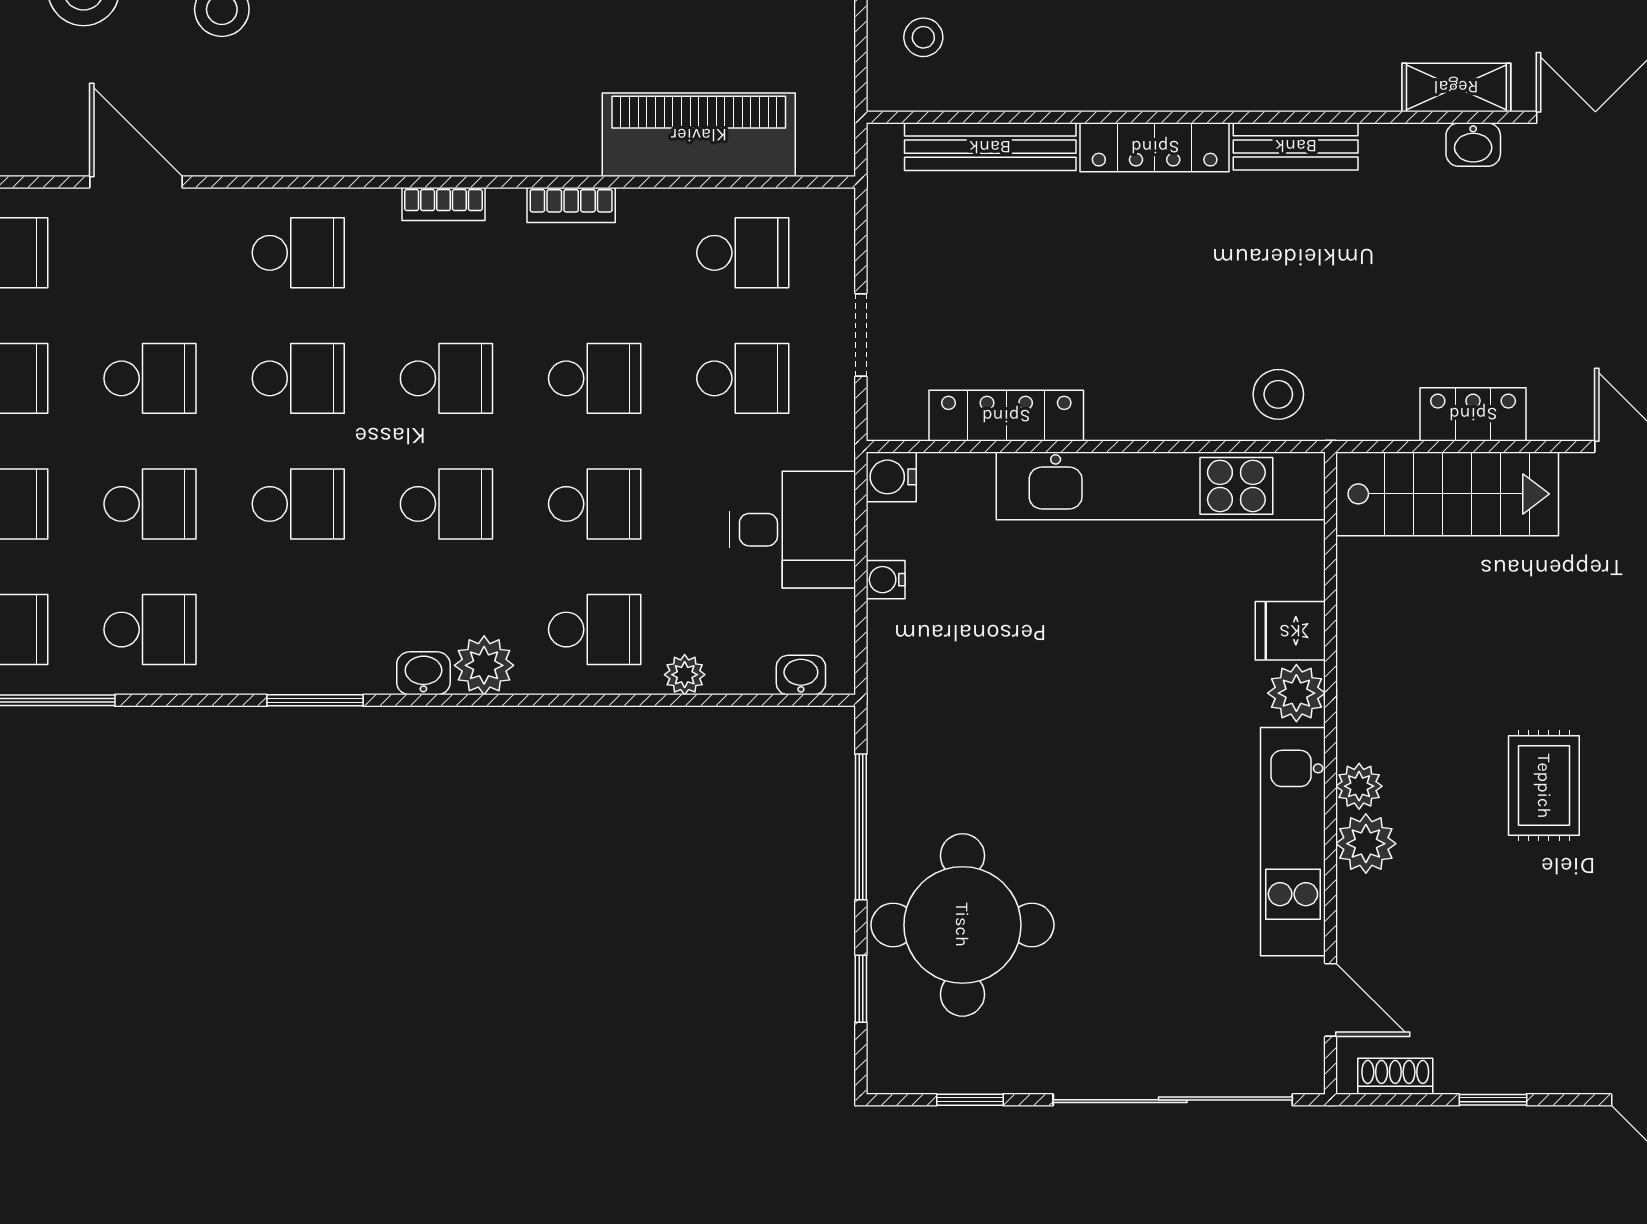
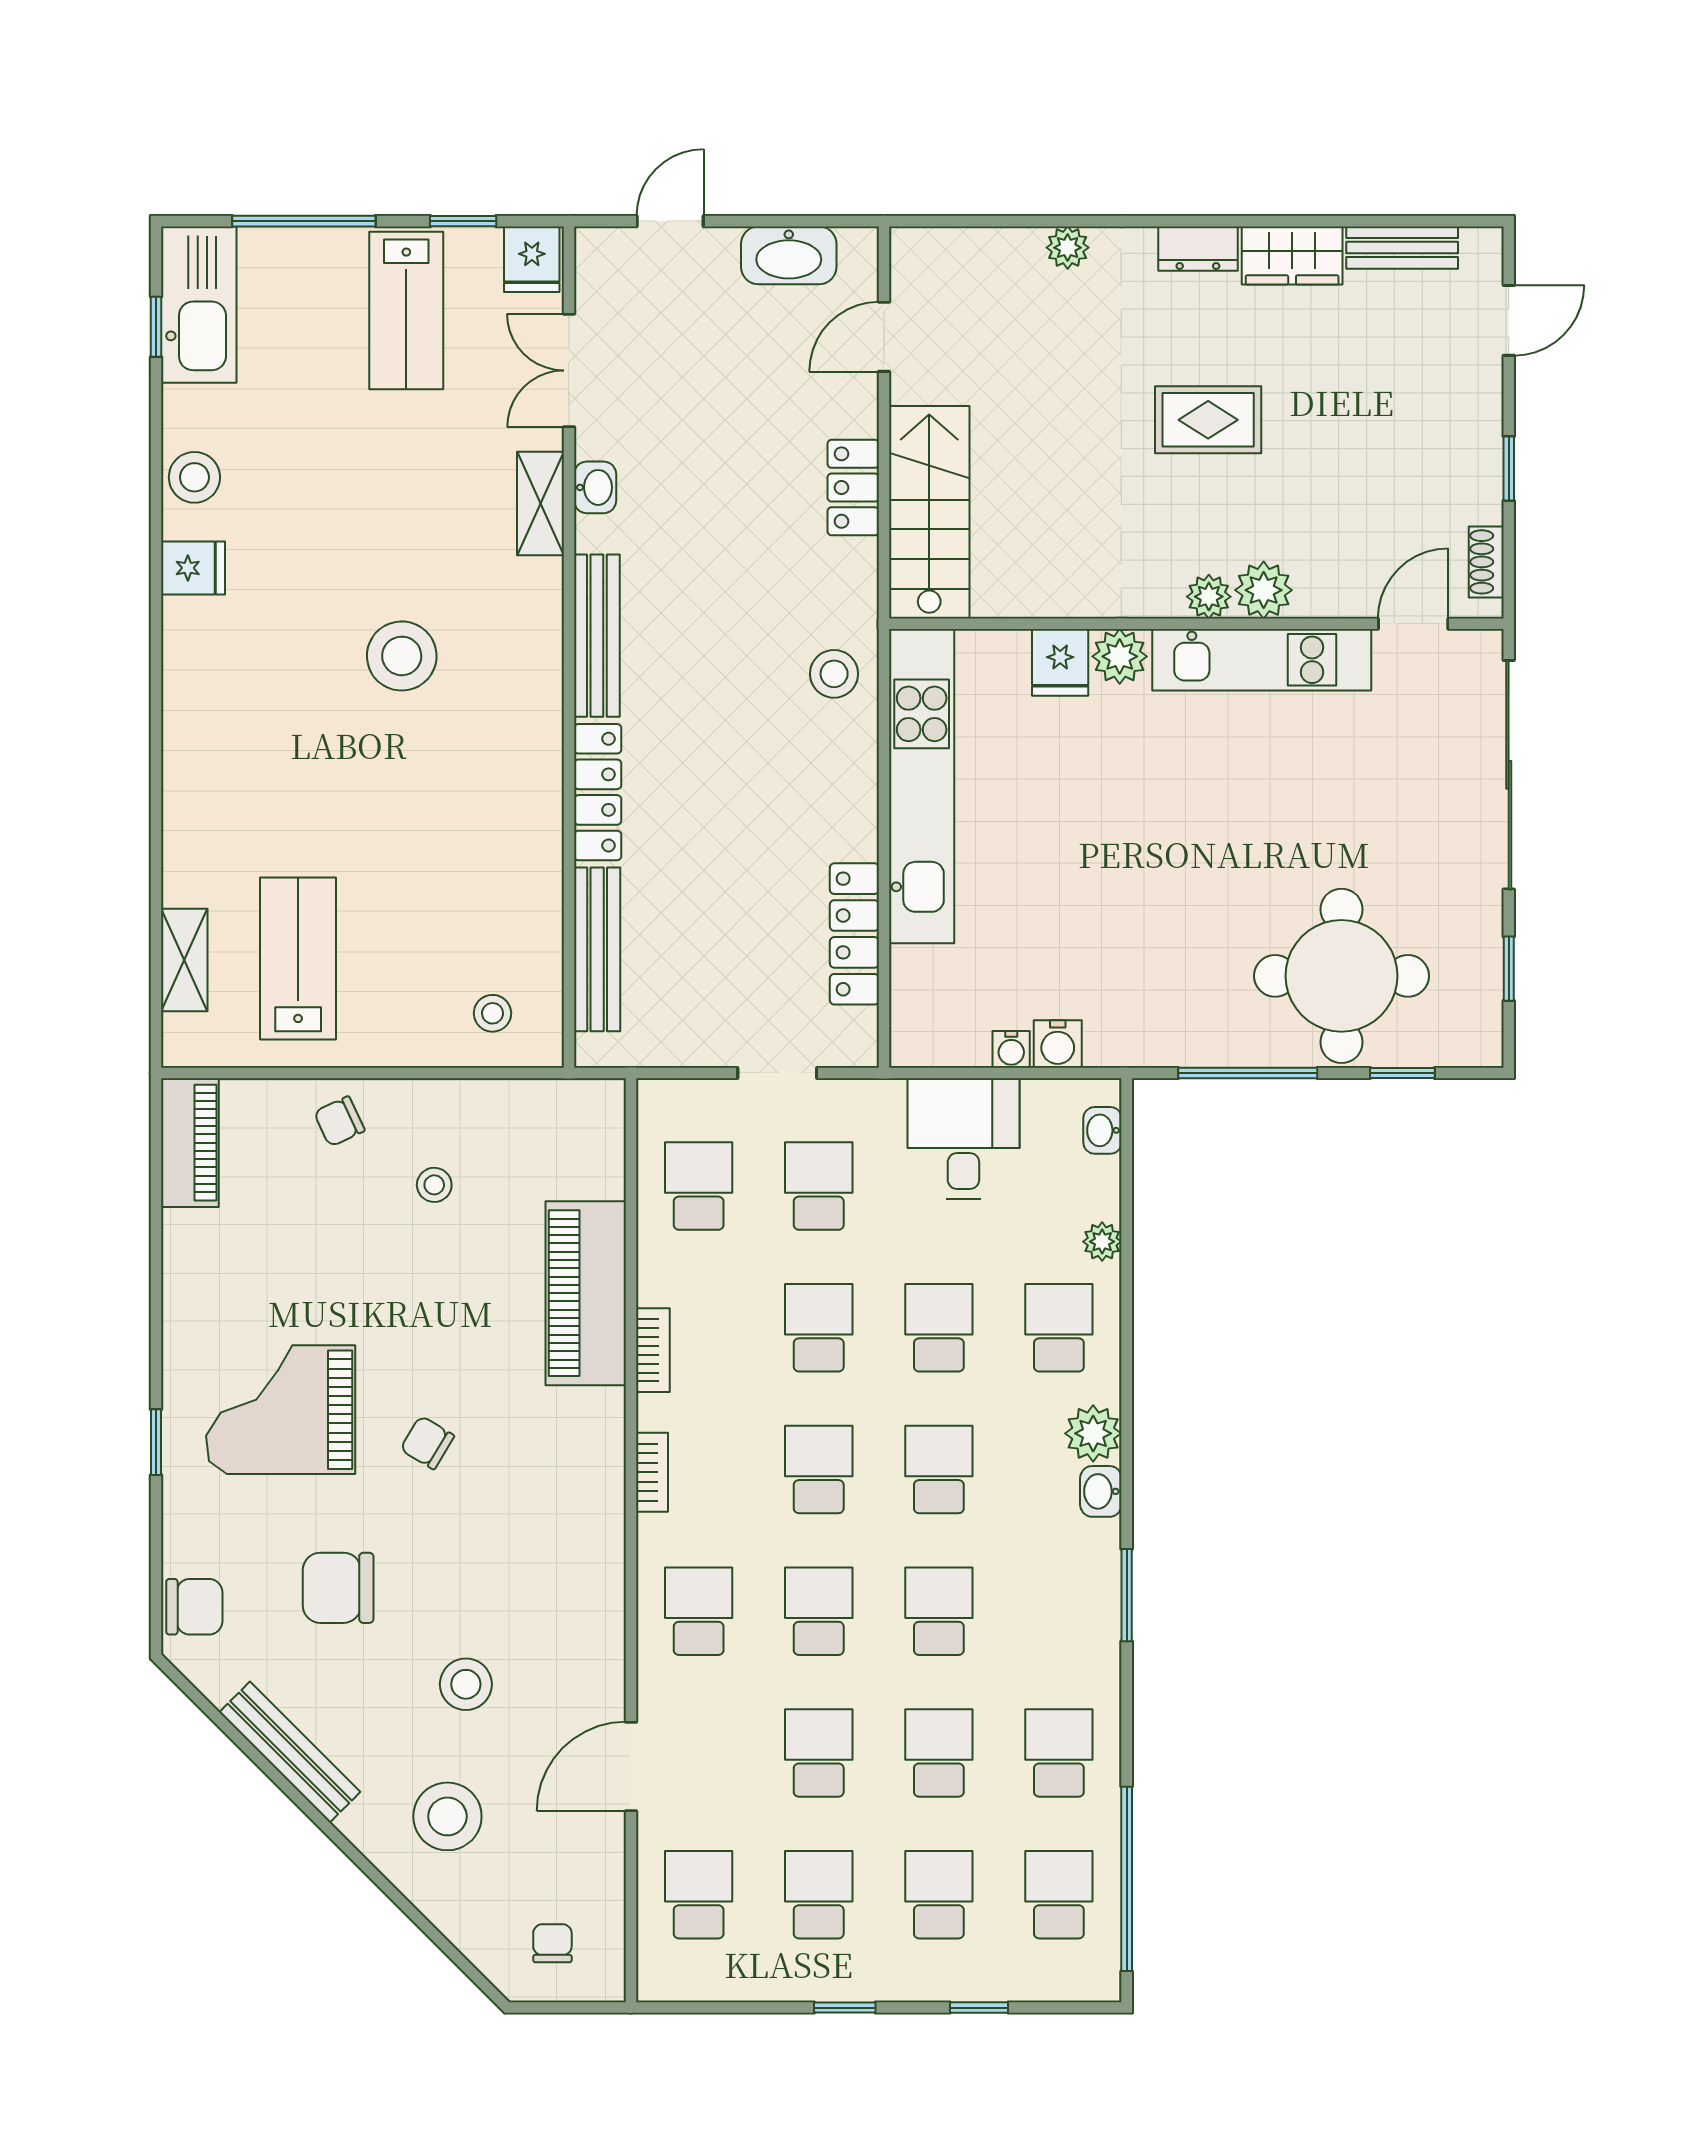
piano: (699, 135) -> (586, 1293), moved
bench: (1296, 146) -> (597, 636), width x1.36
water cooler: (891, 477) -> (1058, 1044), moved

